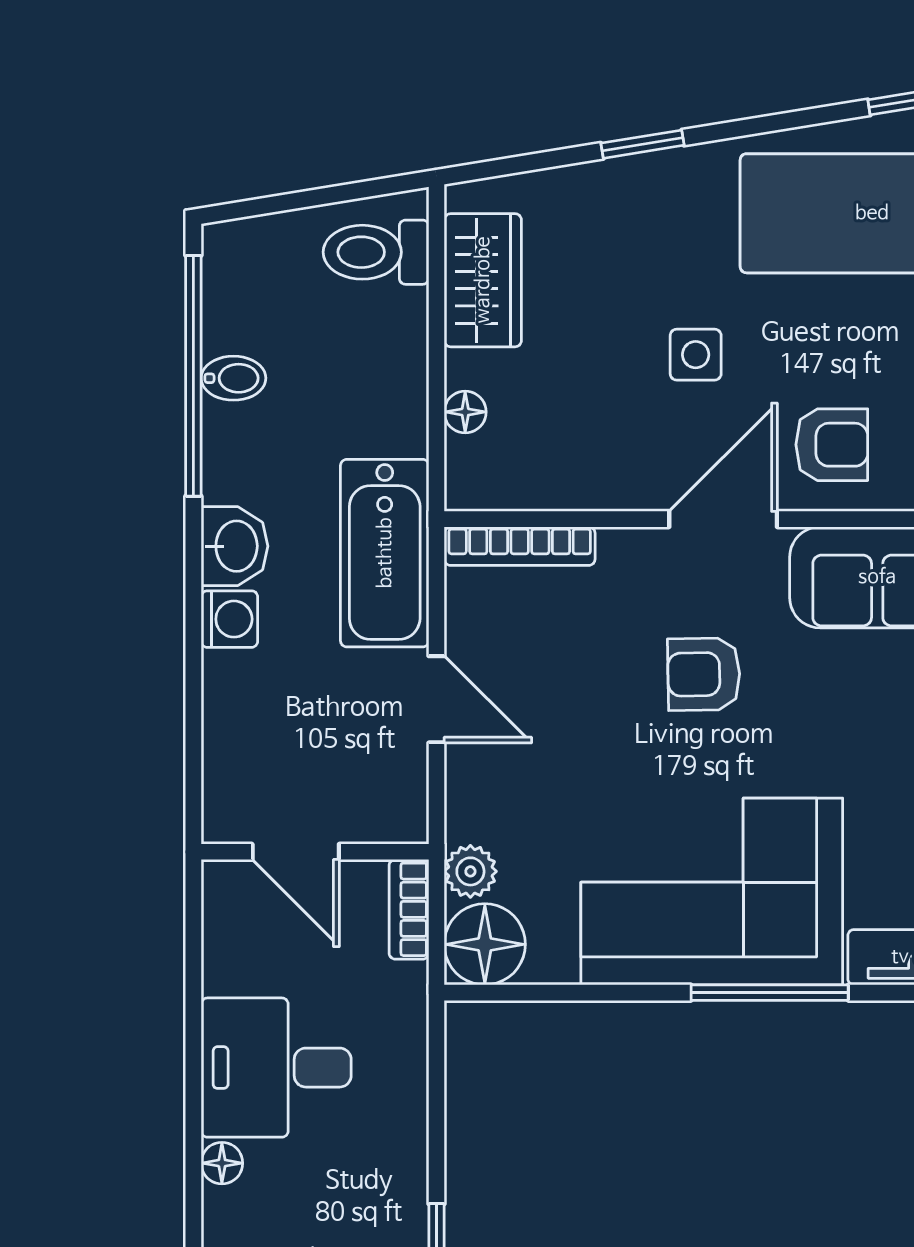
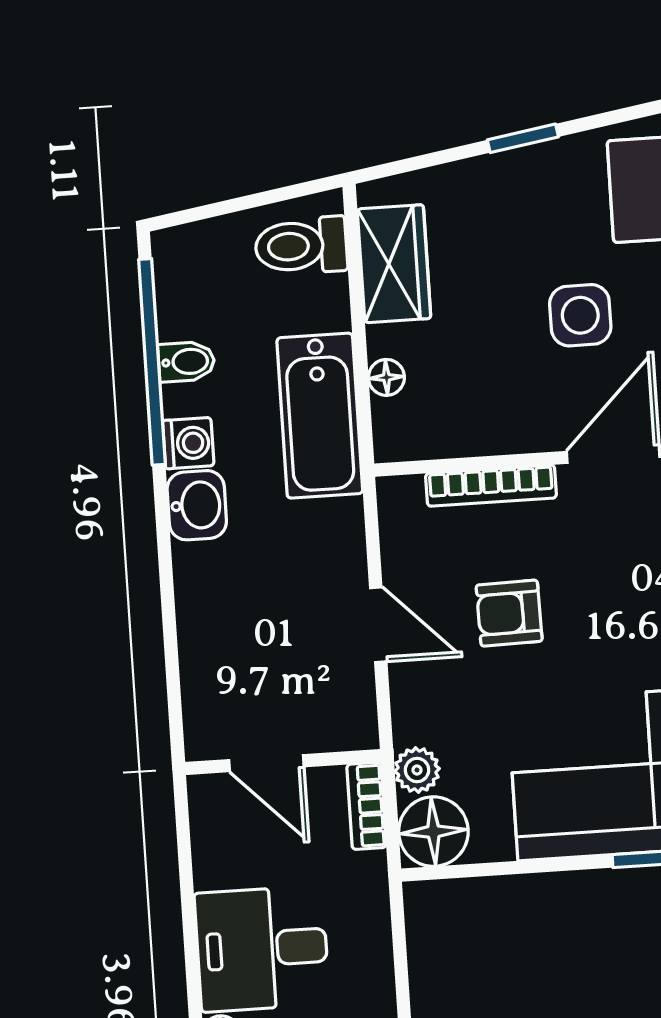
side table: (696, 355) -> (580, 315), width x1.37, depth x1.37
bookcase: (520, 546) -> (491, 486), moved
bathtub: (385, 553) -> (320, 416), moved
washing machine: (229, 619) -> (188, 443), moved
armchair: (704, 674) -> (509, 613), moved

